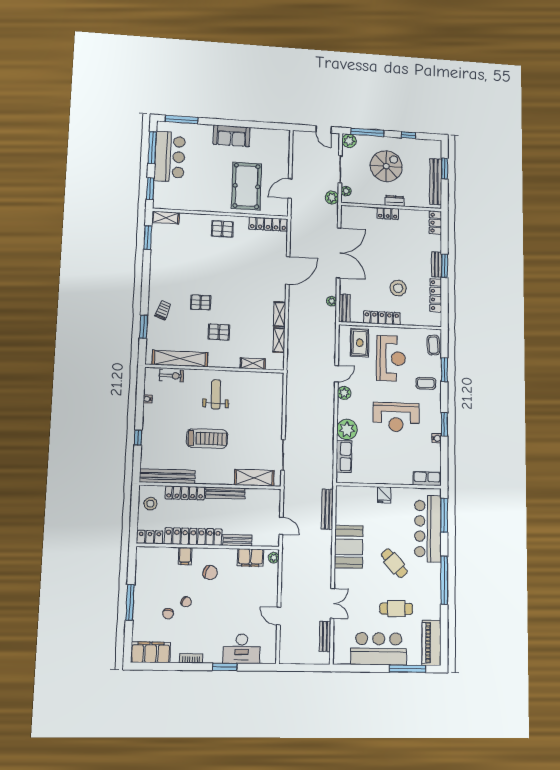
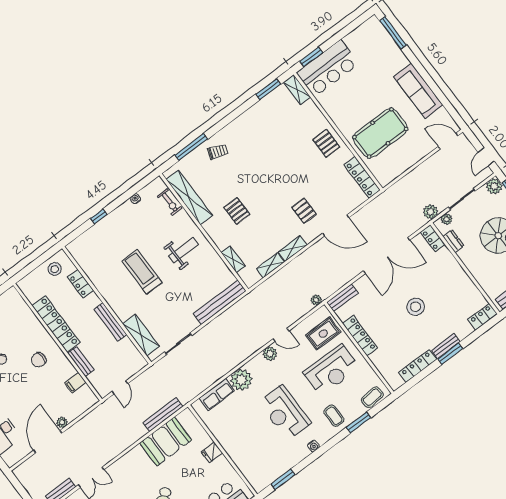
sofa: (232, 136) -> (418, 91), width x1.36
window: (152, 148) -> (348, 29), removed
bar counter: (170, 157) -> (328, 68), moved
door: (290, 188) -> (448, 141), moved
dresser: (395, 201) -> (453, 241), moved
locker: (388, 214) -> (433, 238), moved
stool: (398, 288) -> (416, 307), moved
plant: (332, 301) -> (316, 300), moved
pallet: (201, 302) -> (304, 211), moved
window: (143, 327) -> (191, 147), width x1.44
window: (444, 424) -> (283, 479), moved
water cooler: (437, 438) -> (313, 446), moved
treadmill: (207, 439) -> (142, 272), turned 180
bench: (167, 476) -> (220, 302), moved, turned 90
row of seats: (427, 479) -> (254, 478), removed
locker: (185, 493) -> (81, 284), width x0.66
locker: (150, 537) -> (28, 290), removed
booth: (349, 547) -> (166, 441), moved
filing cabinet: (185, 556) -> (36, 330), removed
filing cabinet: (250, 558) -> (75, 383), width x0.50
plant: (274, 558) -> (62, 422), moved
chair: (210, 572) -> (39, 360), turned 70
door: (279, 616) -> (48, 442), width x1.87

